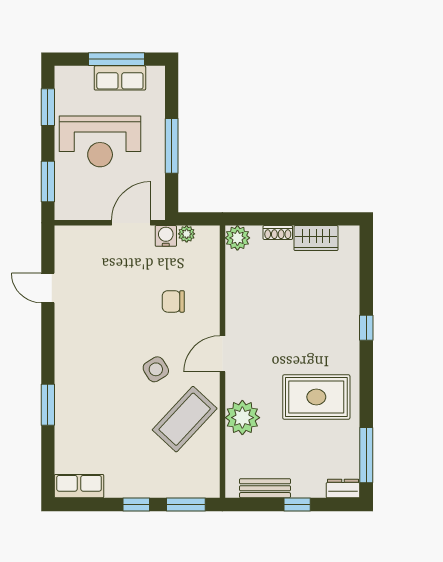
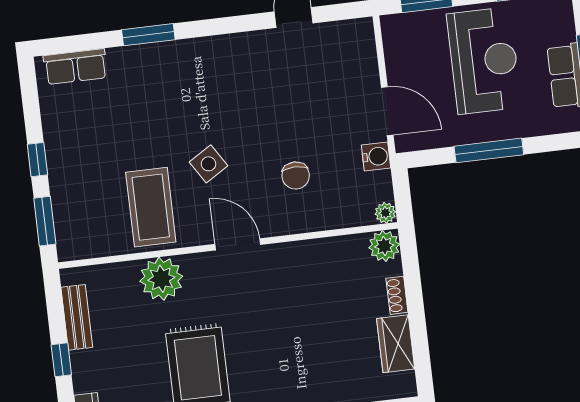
reception desk: (100, 141) -> (484, 61), turned 180
plant: (187, 234) -> (385, 213), moved
chair: (173, 301) -> (296, 176), turned 180
coffee table: (185, 419) -> (151, 207), turned 47
row of seats: (79, 486) -> (75, 67), moved, turned 90

